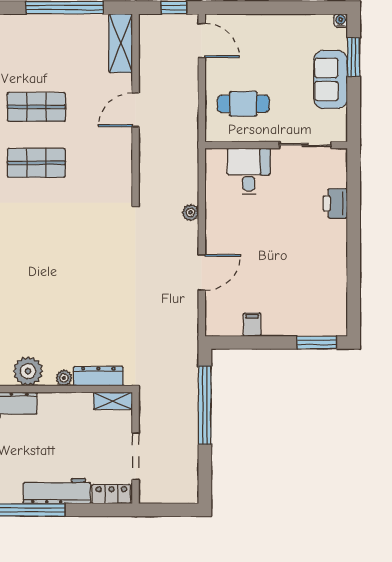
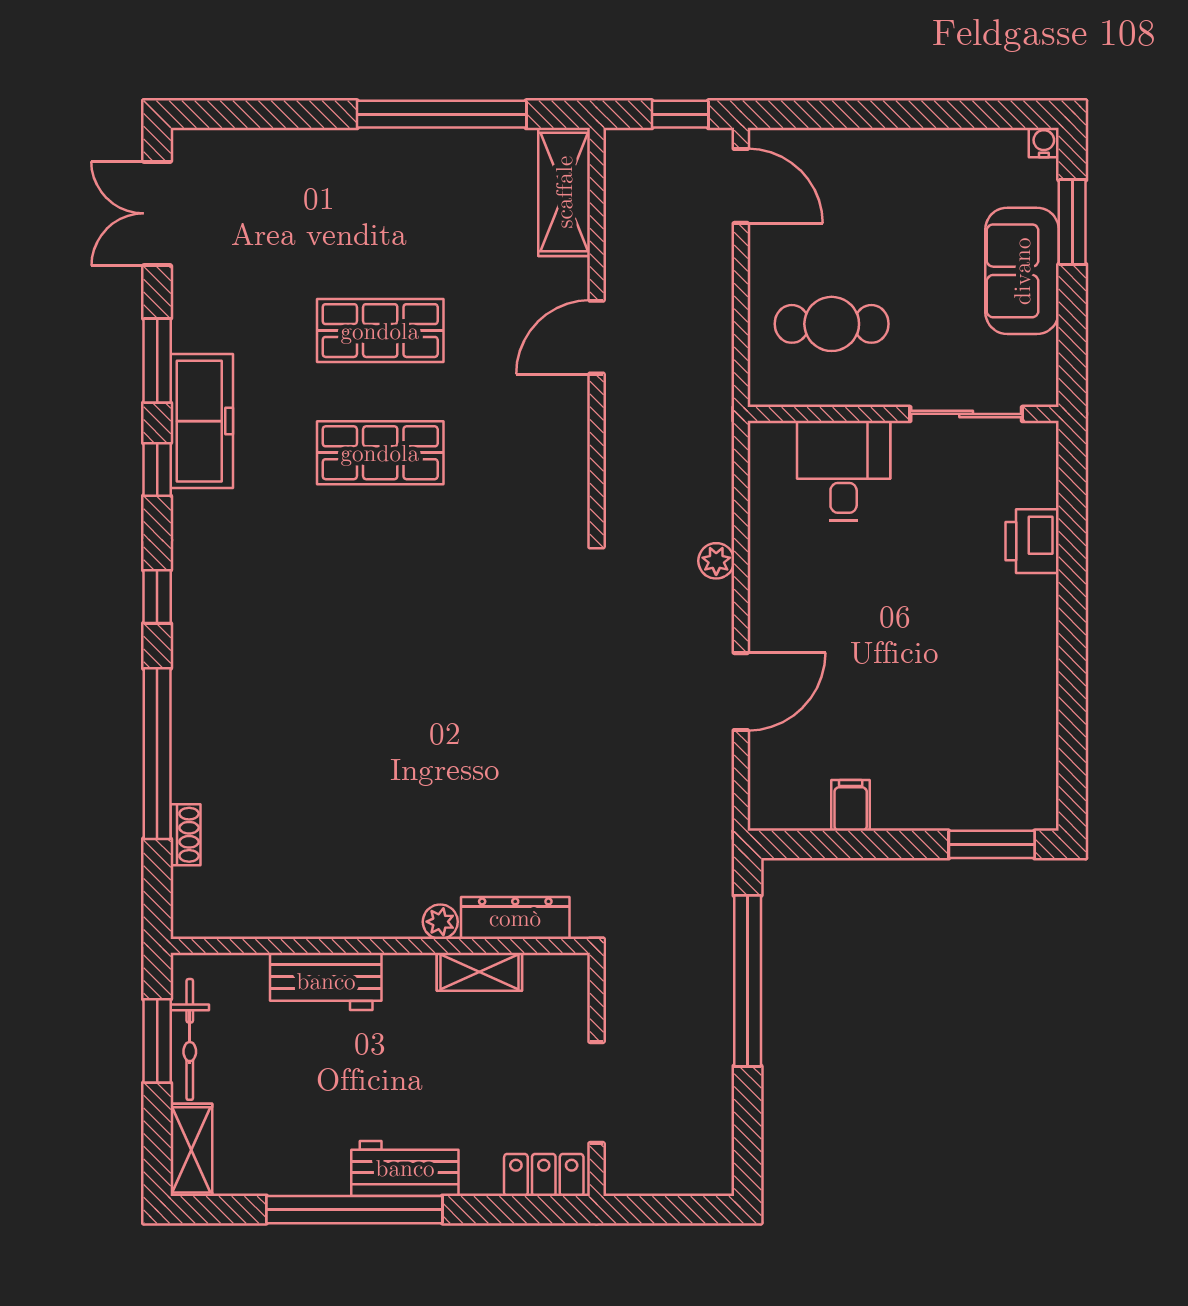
plant: (28, 371) -> (362, 907), removed
shelving: (113, 401) -> (479, 972), moved
workbench: (57, 491) -> (405, 1168), width x0.73

